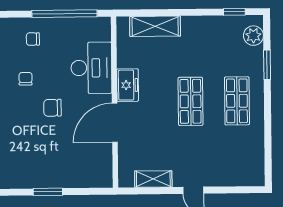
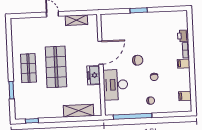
plant: (253, 36) -> (20, 107), removed
shop shelf: (191, 101) -> (56, 67), width x1.43, depth x1.36

